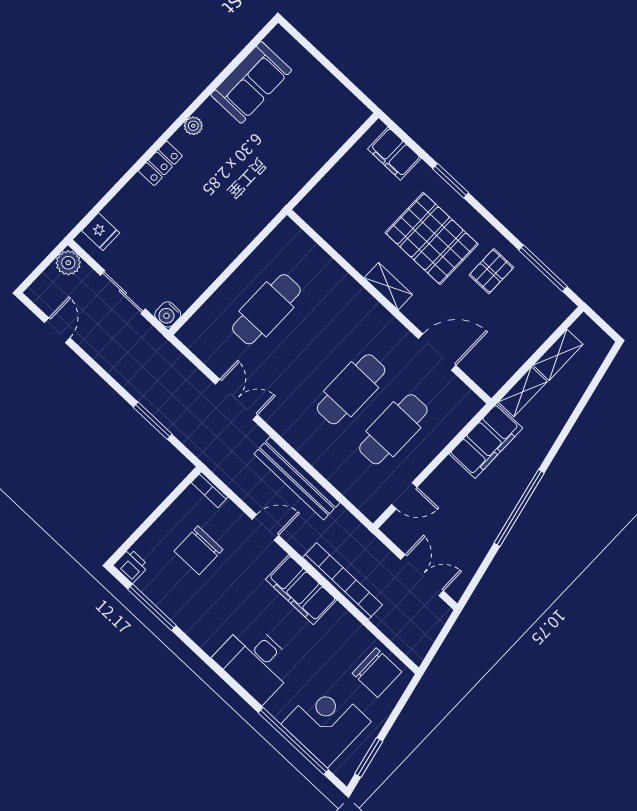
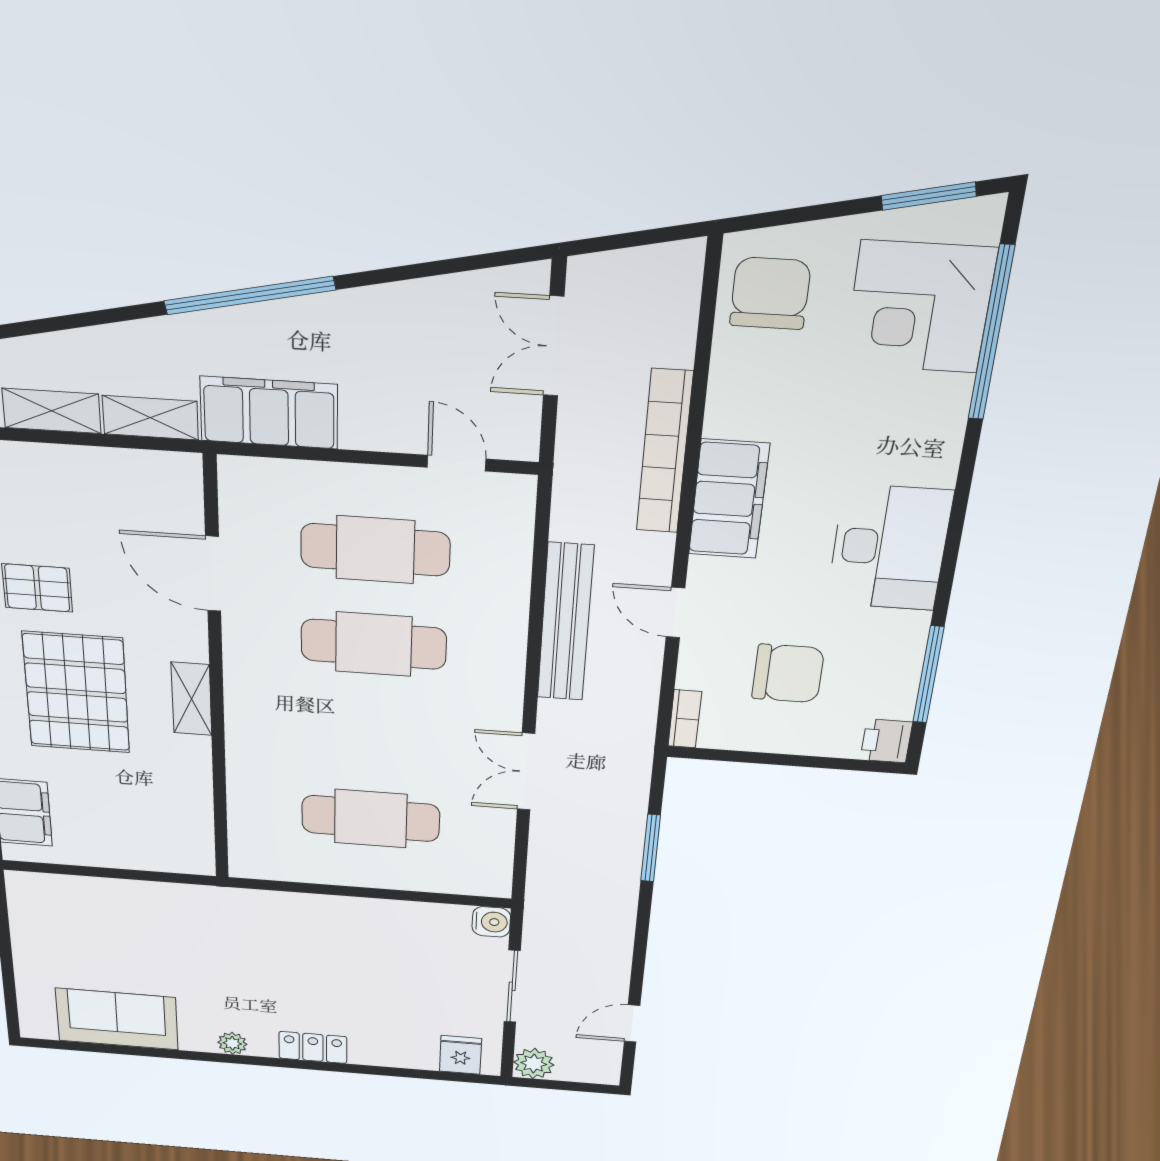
window: (519, 508) -> (249, 295), moved
desk: (255, 662) -> (889, 548), moved

